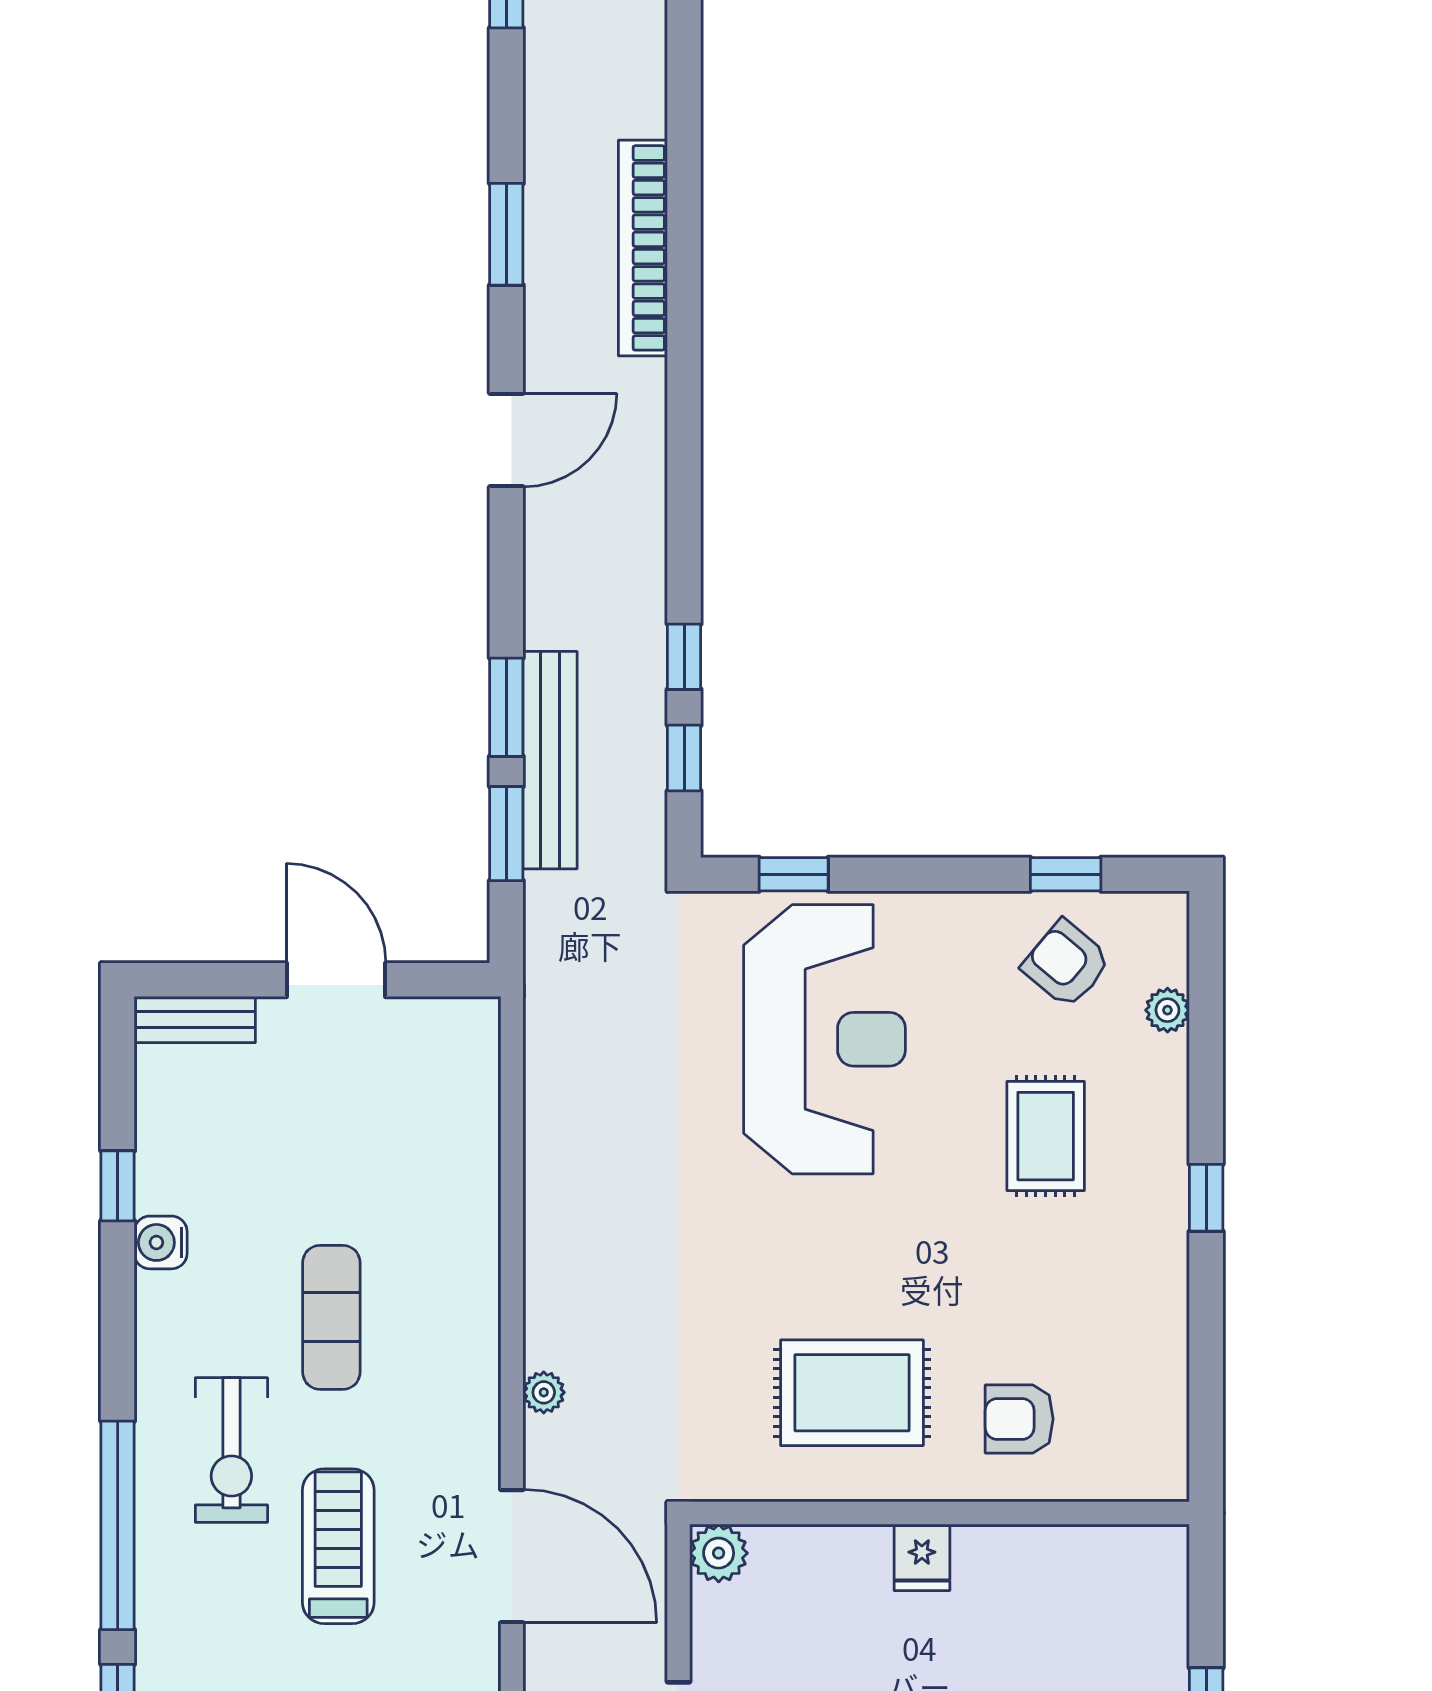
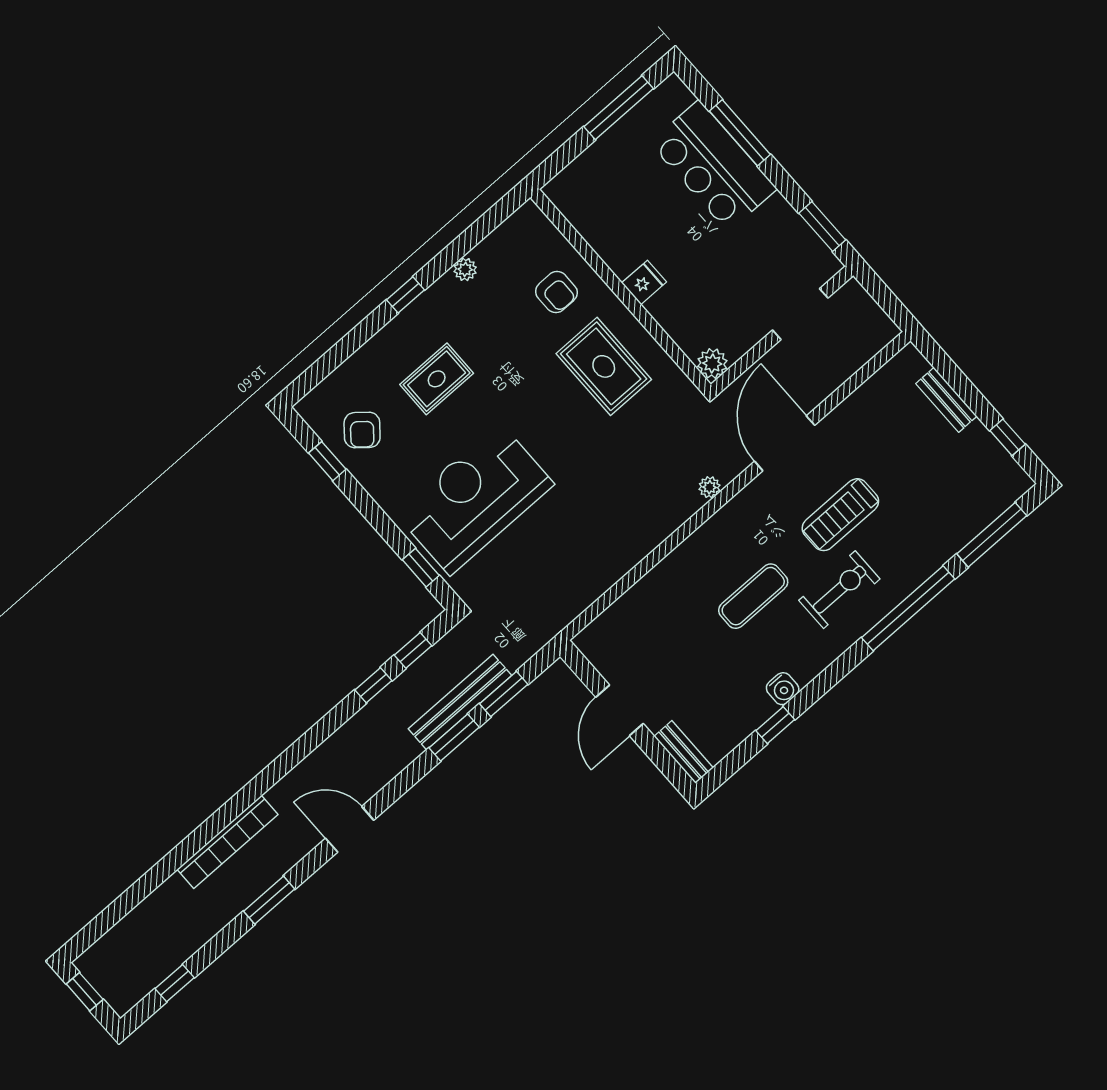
plant: (1167, 1010) -> (465, 269), moved

